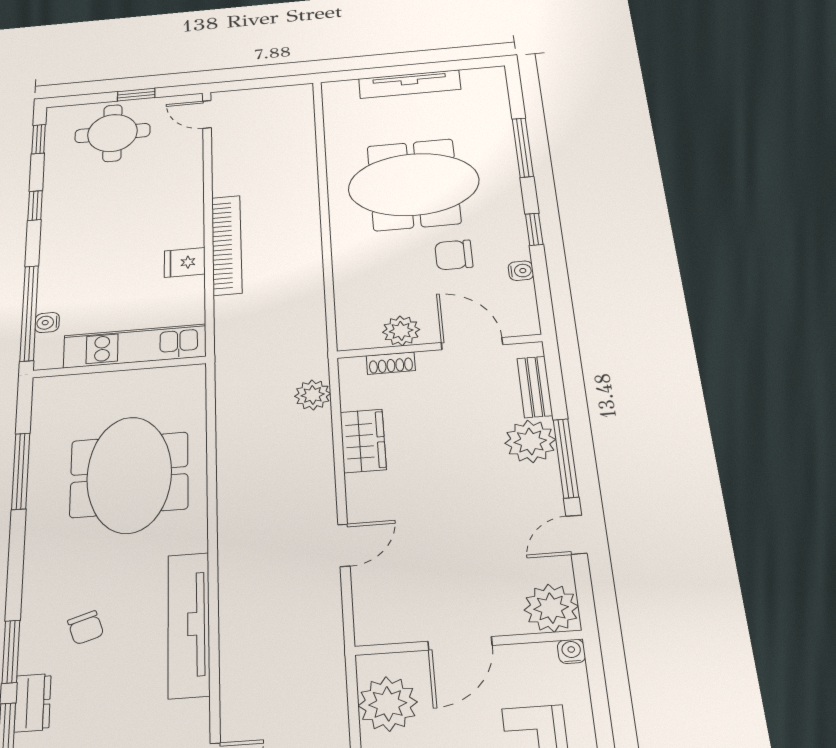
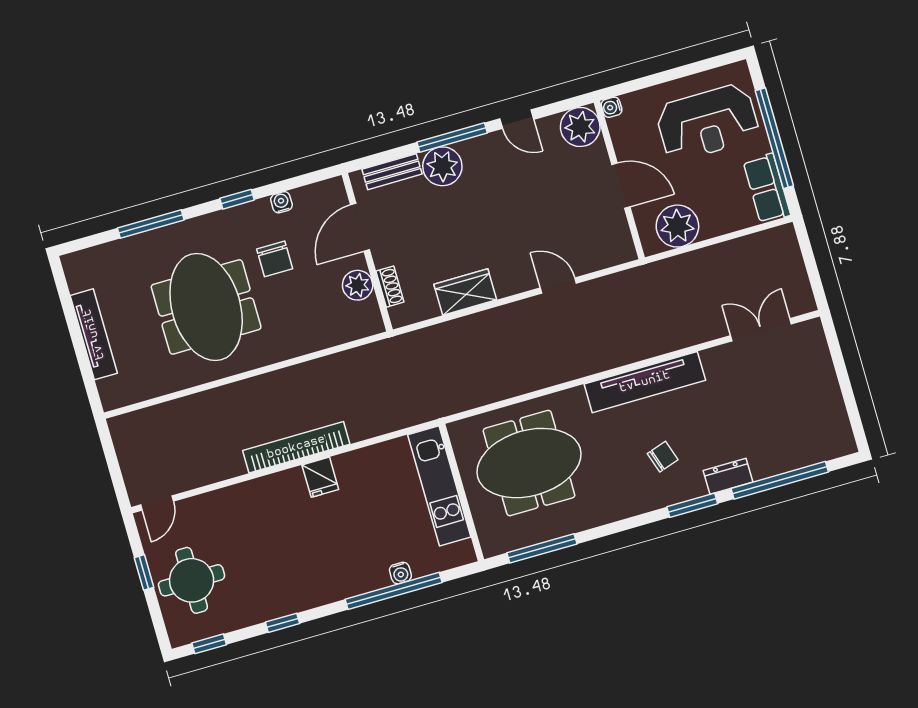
kitchen unit: (135, 346) -> (439, 486), moved
wall: (119, 367) -> (462, 492), moved
plant: (313, 395) -> (431, 341), removed

